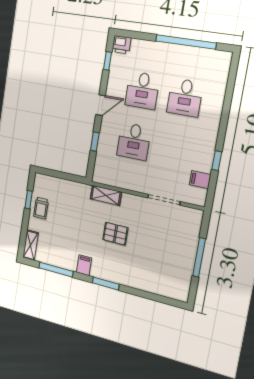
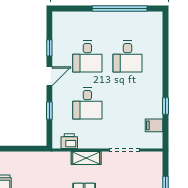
printer: (121, 45) -> (69, 141), moved, turned 180
window: (107, 61) -> (49, 48), moved
shelving: (106, 195) -> (86, 158), moved

